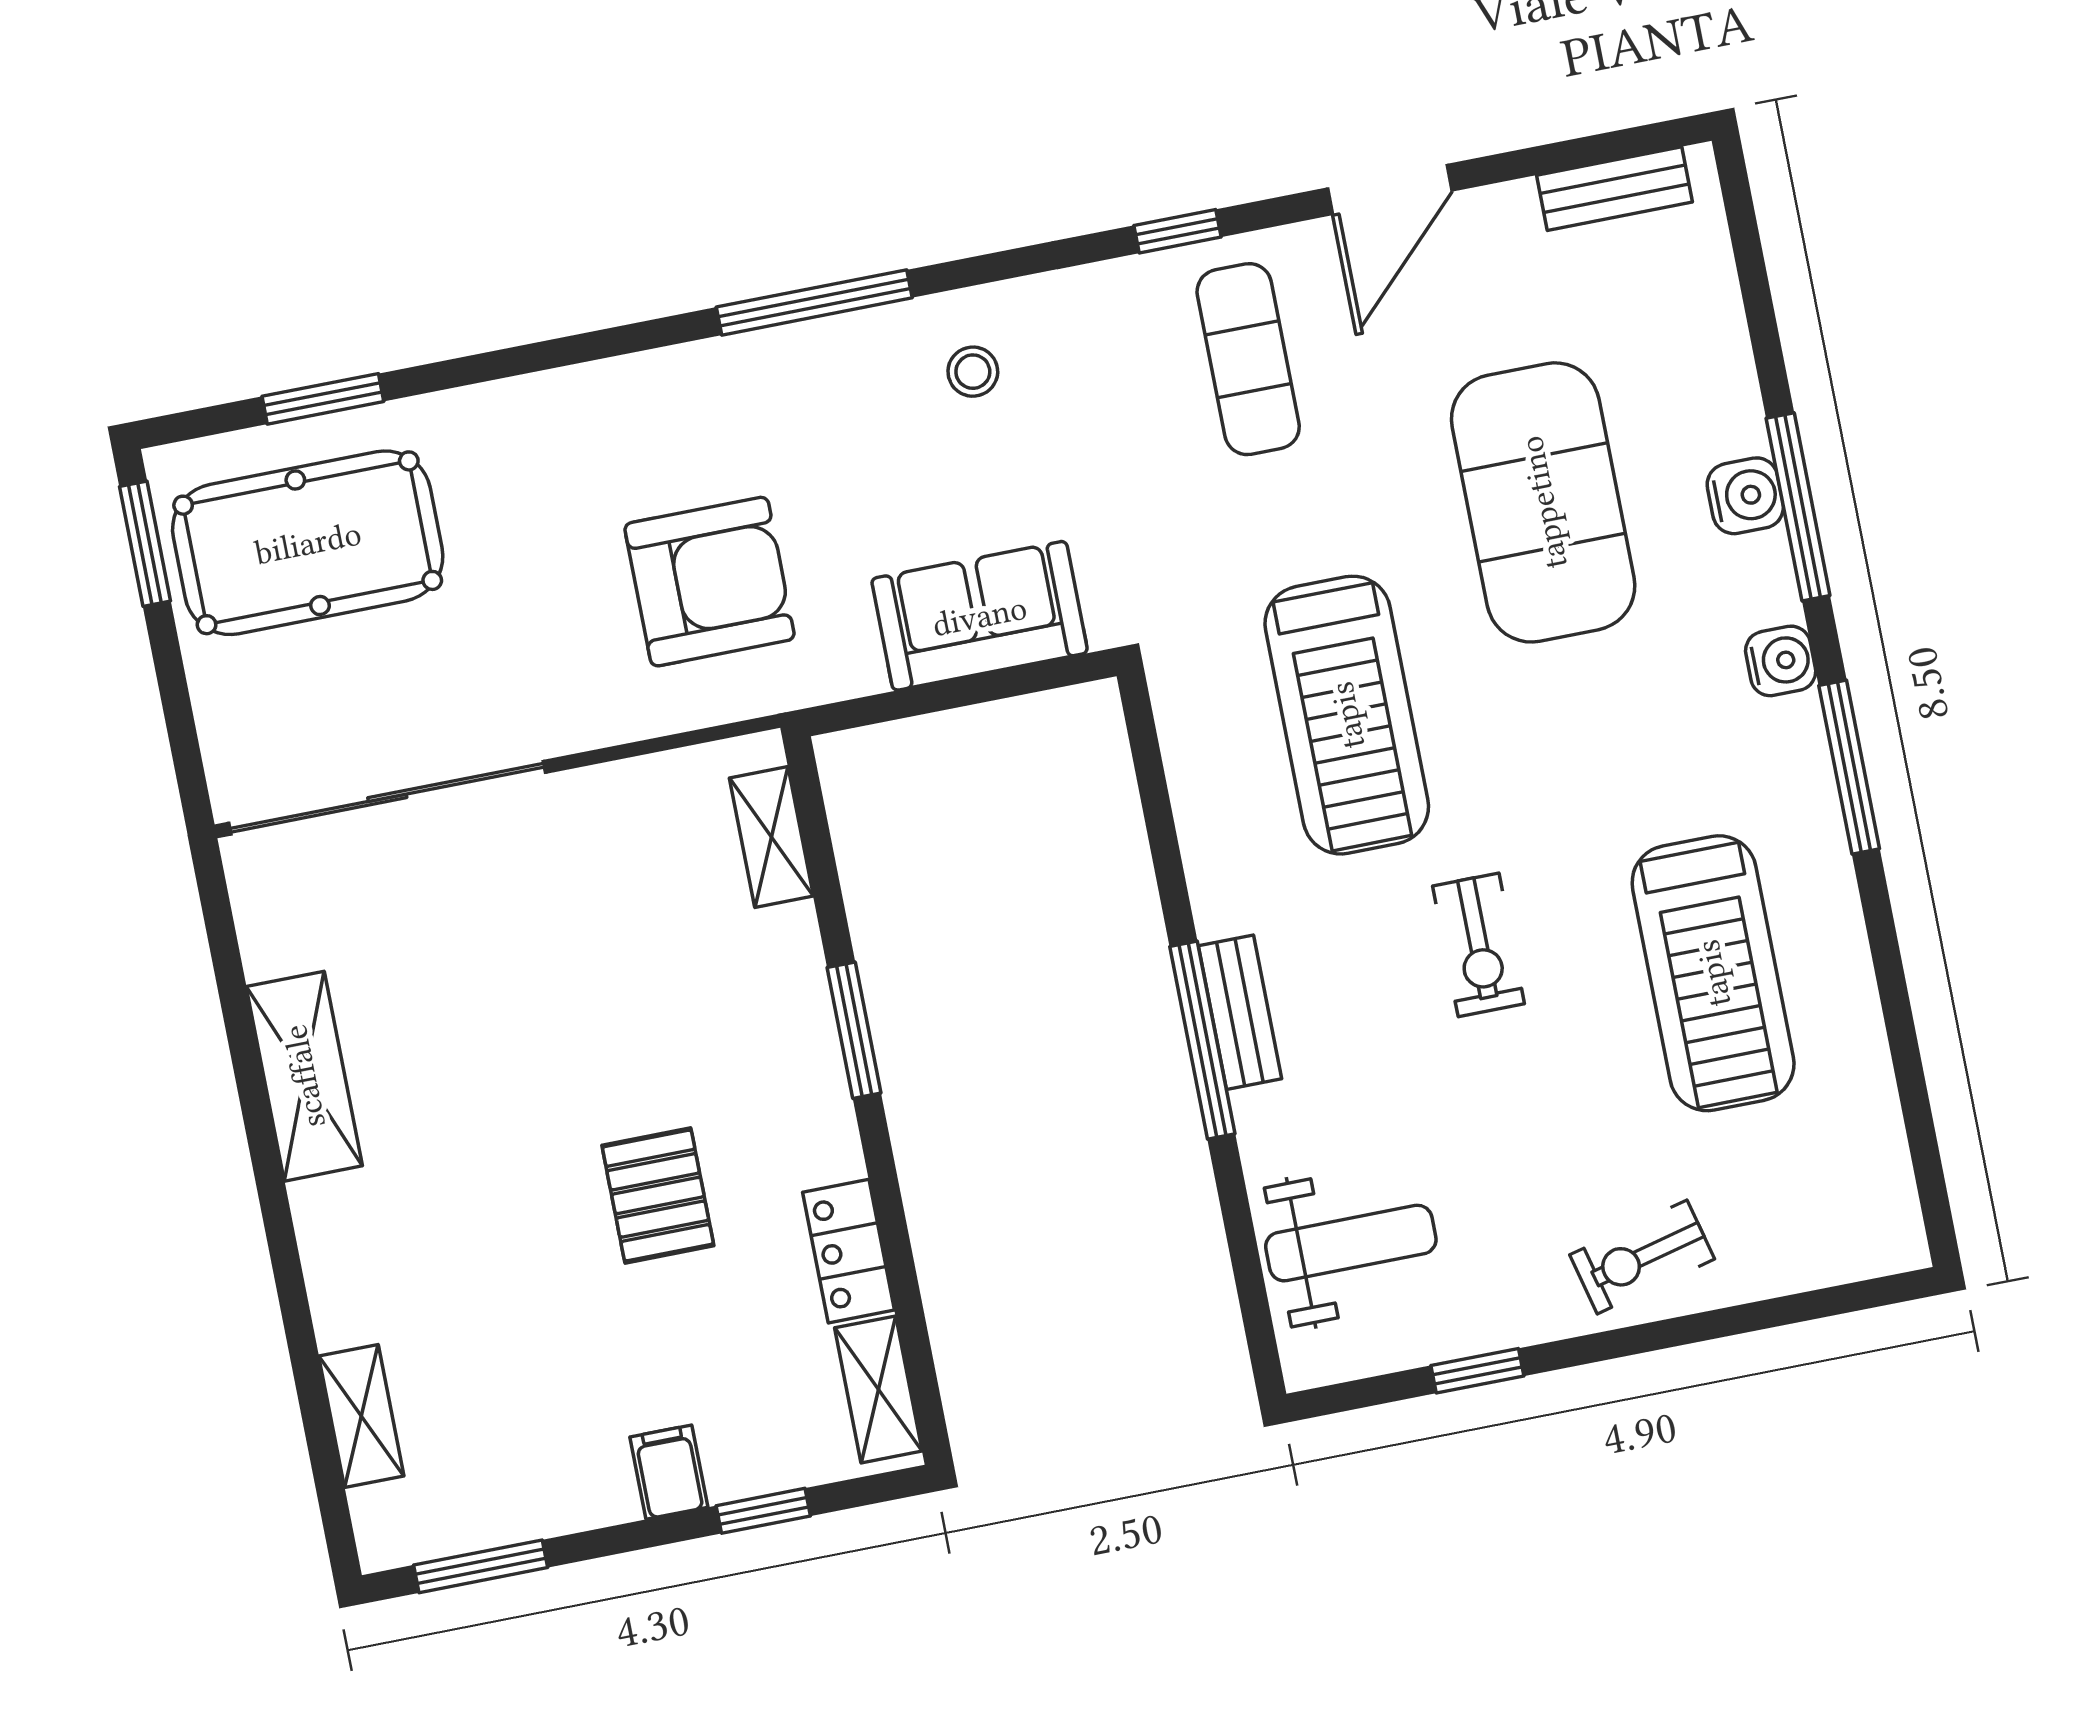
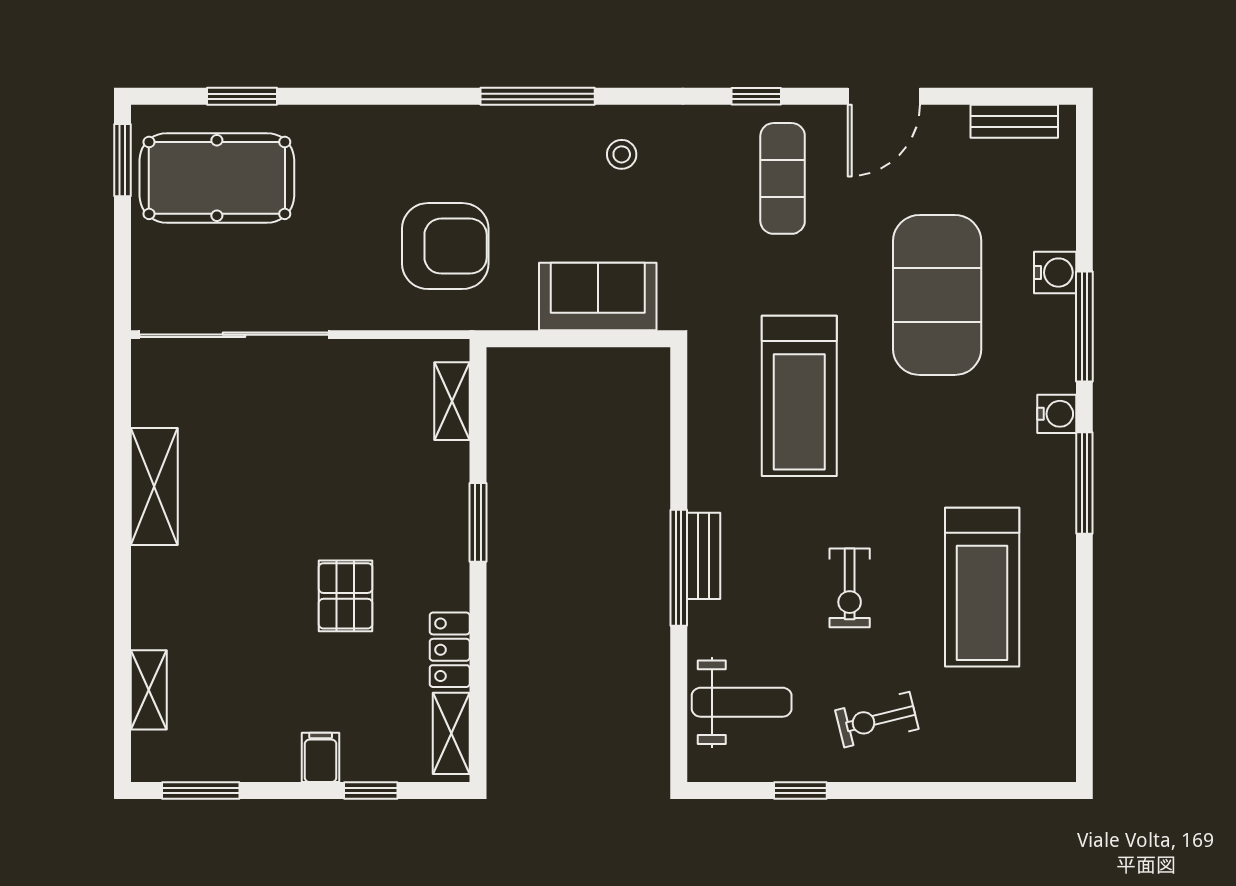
water cooler: (1745, 496) -> (1055, 273), moved
exercise bike: (1479, 945) -> (850, 588), moved
exercise bike: (1642, 1257) -> (877, 720), moved

